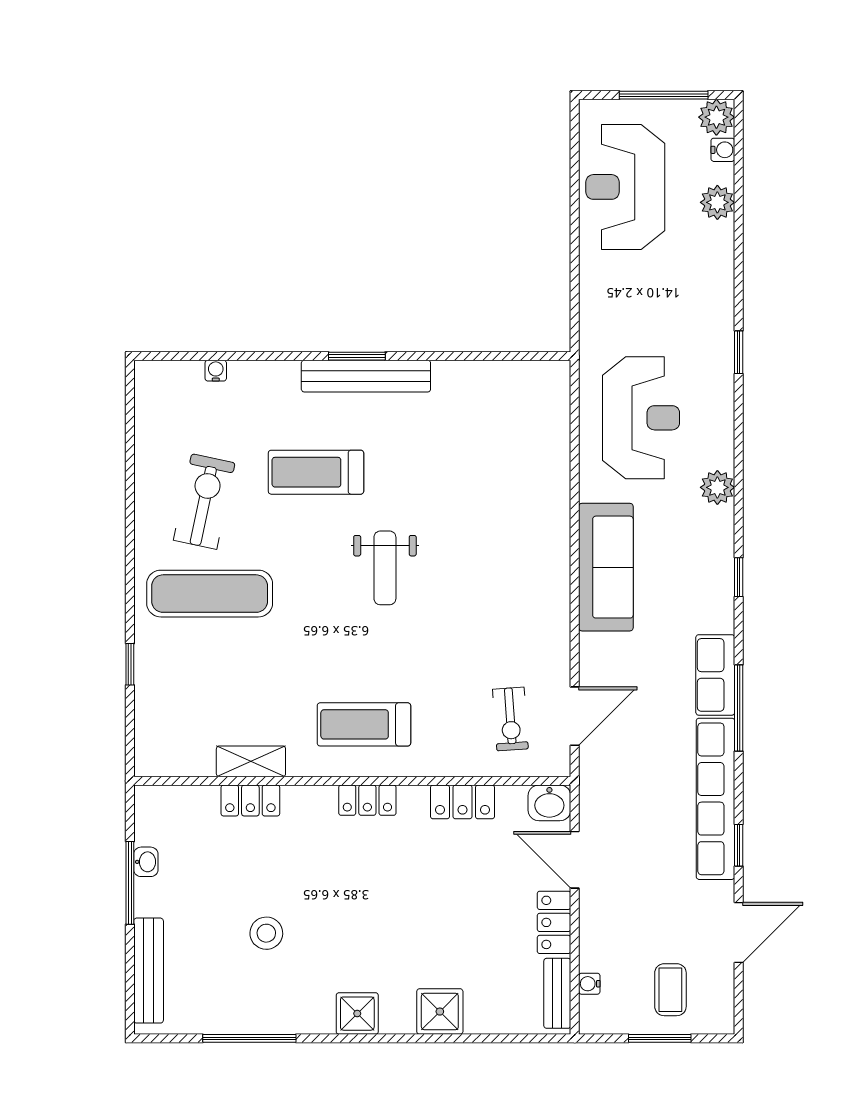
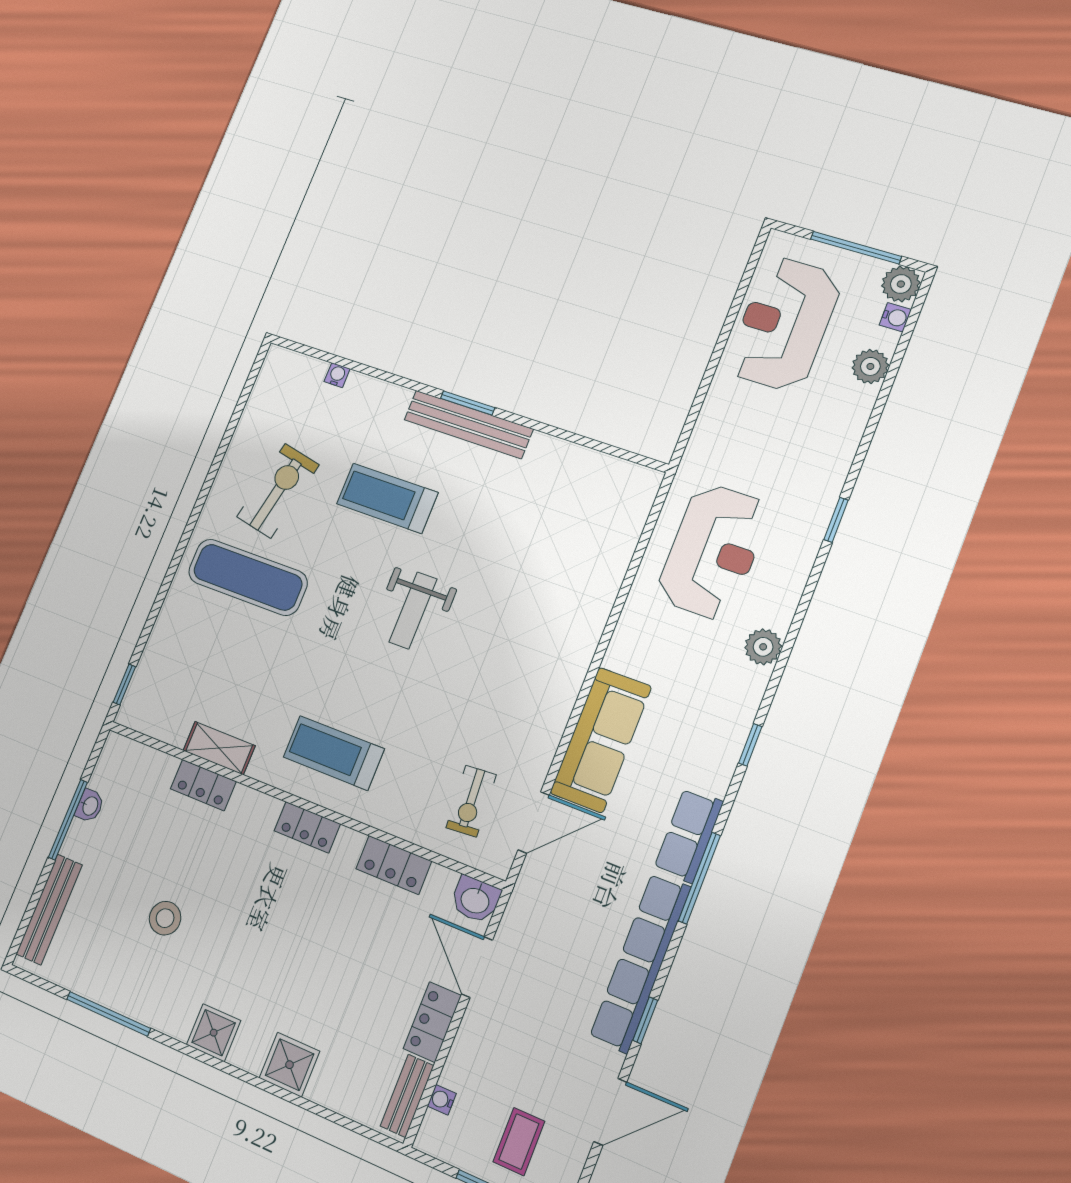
sofa: (606, 567) -> (601, 740), moved
window: (130, 664) -> (124, 684), moved

